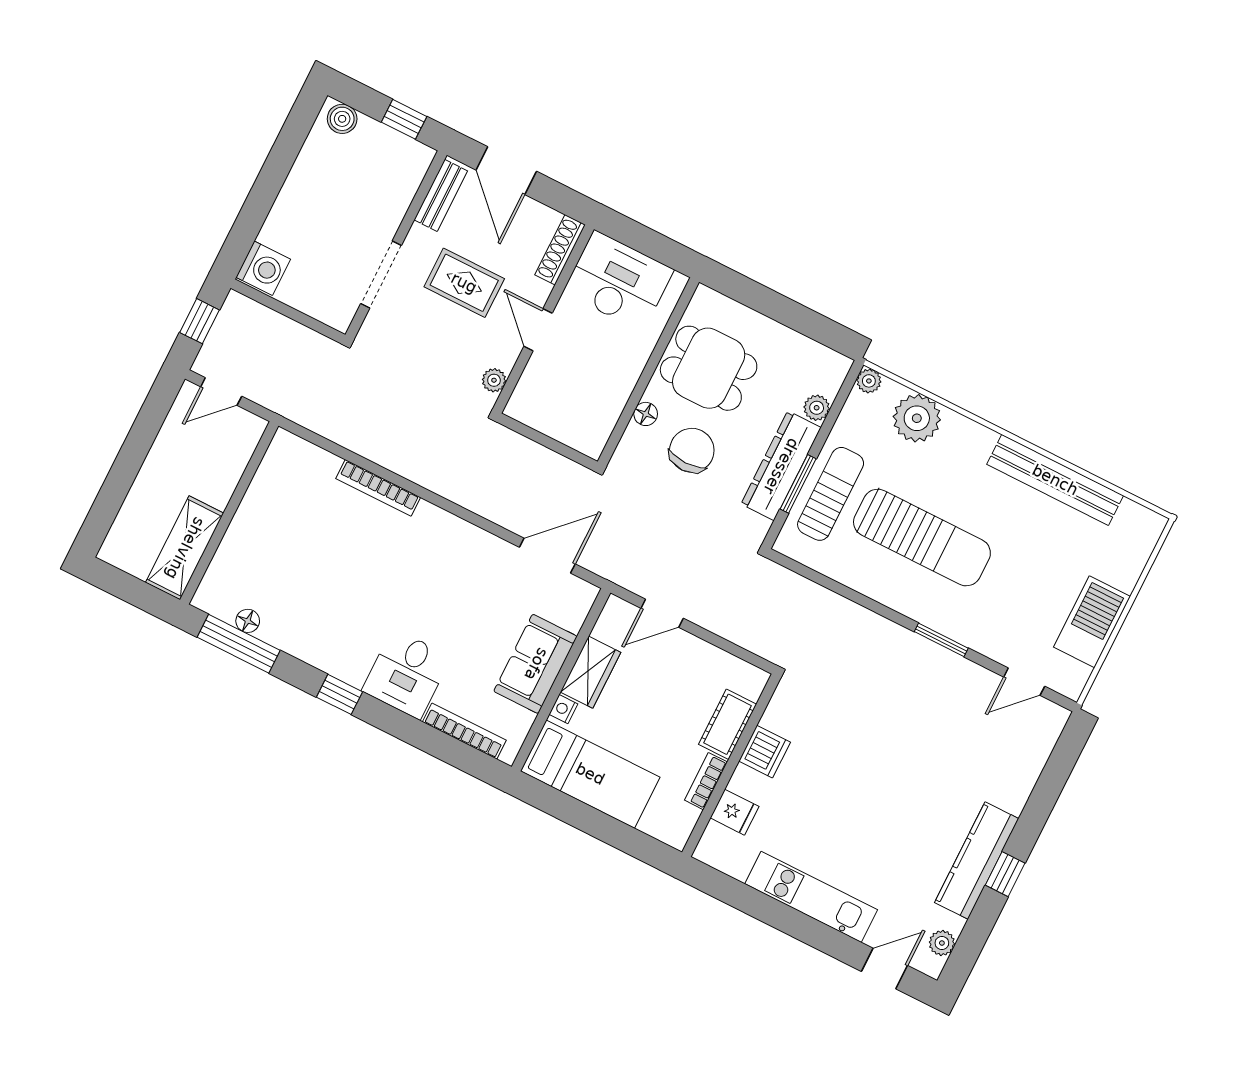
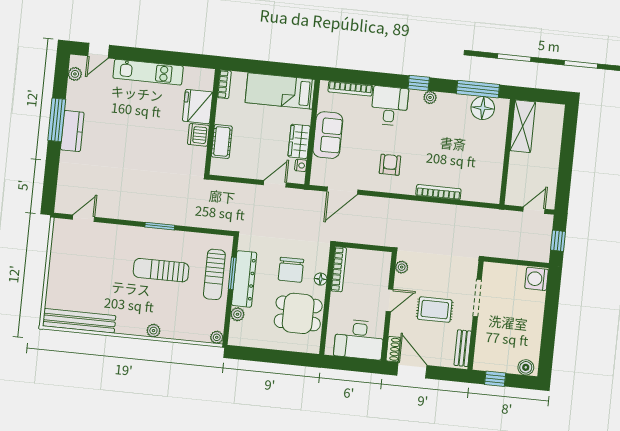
door: (506, 171) -> (412, 370), moved
shoe rack: (560, 250) -> (393, 349), width x0.70
door: (538, 330) -> (389, 300), hinge flipped
plant: (917, 418) -> (153, 331), moved, width x0.53, depth x0.53
bookcase: (607, 419) -> (339, 269), added
bench: (1055, 480) -> (79, 321), moved
sun lounger: (922, 538) -> (161, 270), width x0.73, depth x0.75
armchair: (445, 569) -> (390, 165), added
floor lamp: (248, 621) -> (483, 108), width x1.89, depth x1.89
barbecue: (1092, 622) -> (61, 261), removed
window: (941, 640) -> (160, 226), moved
plant: (329, 661) -> (430, 97), added
nightstand: (563, 709) -> (301, 165), moved
bookcase: (706, 781) -> (224, 84), moved
fridge: (735, 812) -> (198, 107), width x1.88, depth x1.34
kitchen counter: (977, 861) -> (72, 131), width x0.67
window: (1005, 874) -> (57, 120), width x2.17

